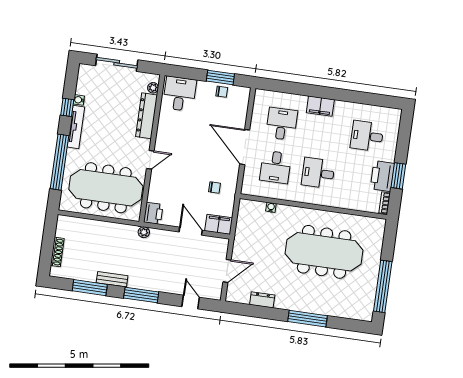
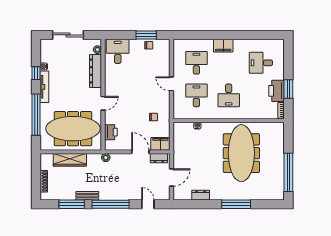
door: (245, 147) -> (172, 84), width x0.53
desk: (275, 167) -> (196, 95), turned 180
desk: (318, 173) -> (229, 95), turned -90
printer: (153, 213) -> (111, 132), moved
wardrobe: (96, 228) -> (70, 160), added
dresser: (214, 243) -> (159, 158), added
meeting table: (324, 252) -> (241, 153), turned 90
window: (141, 295) -> (111, 204), width x1.46

